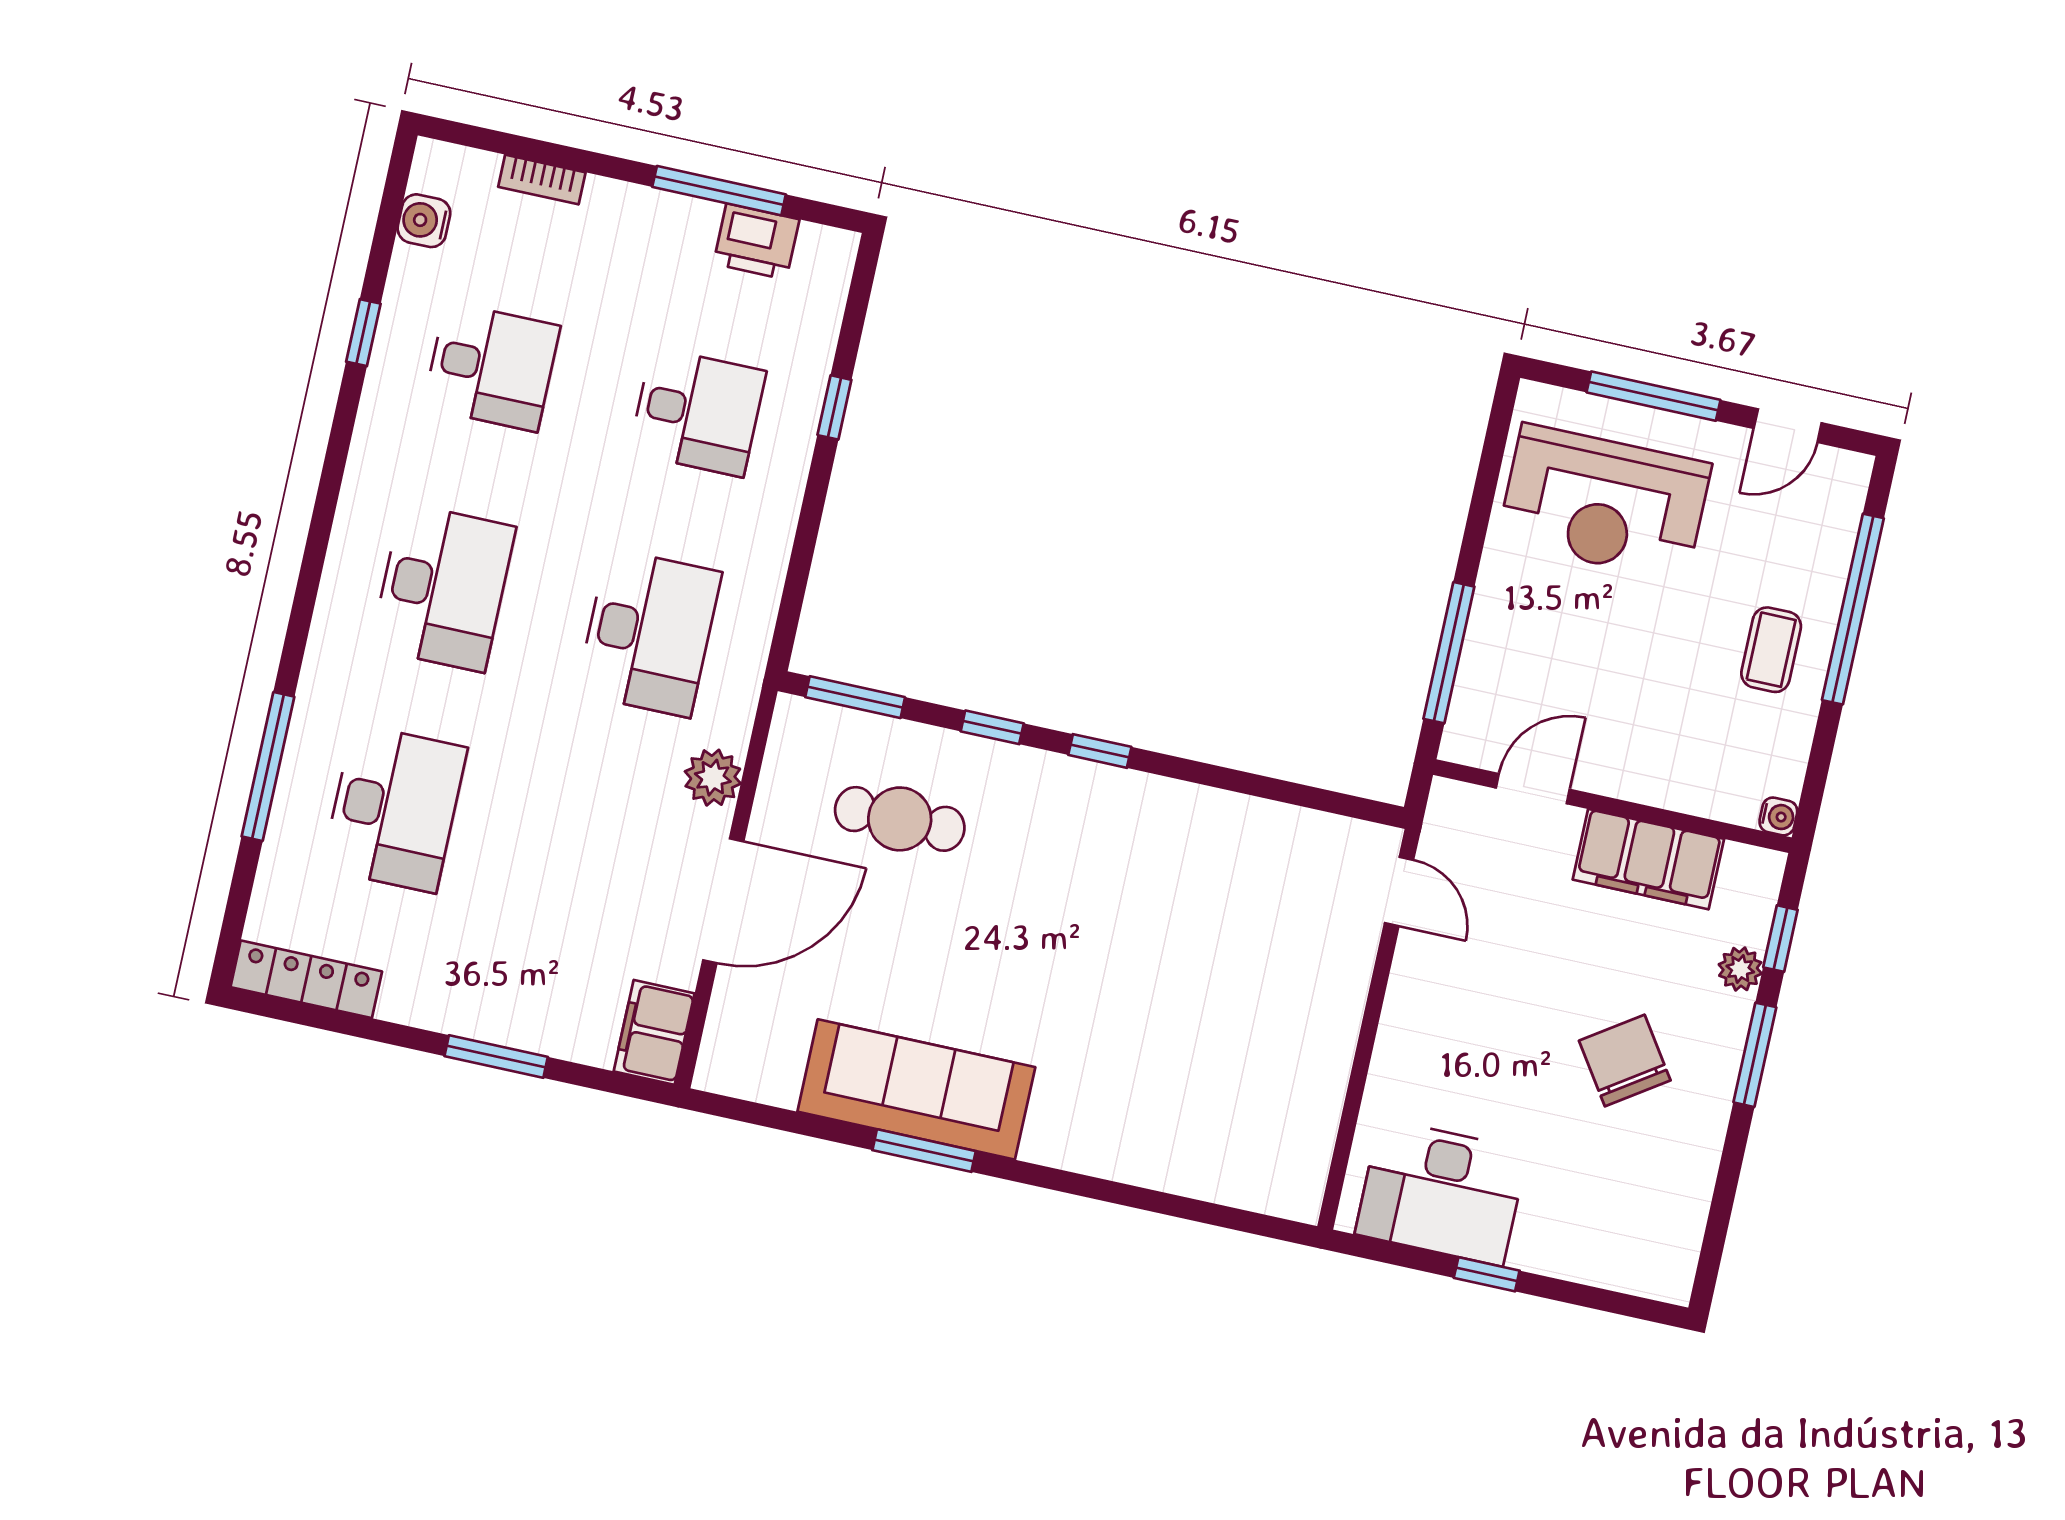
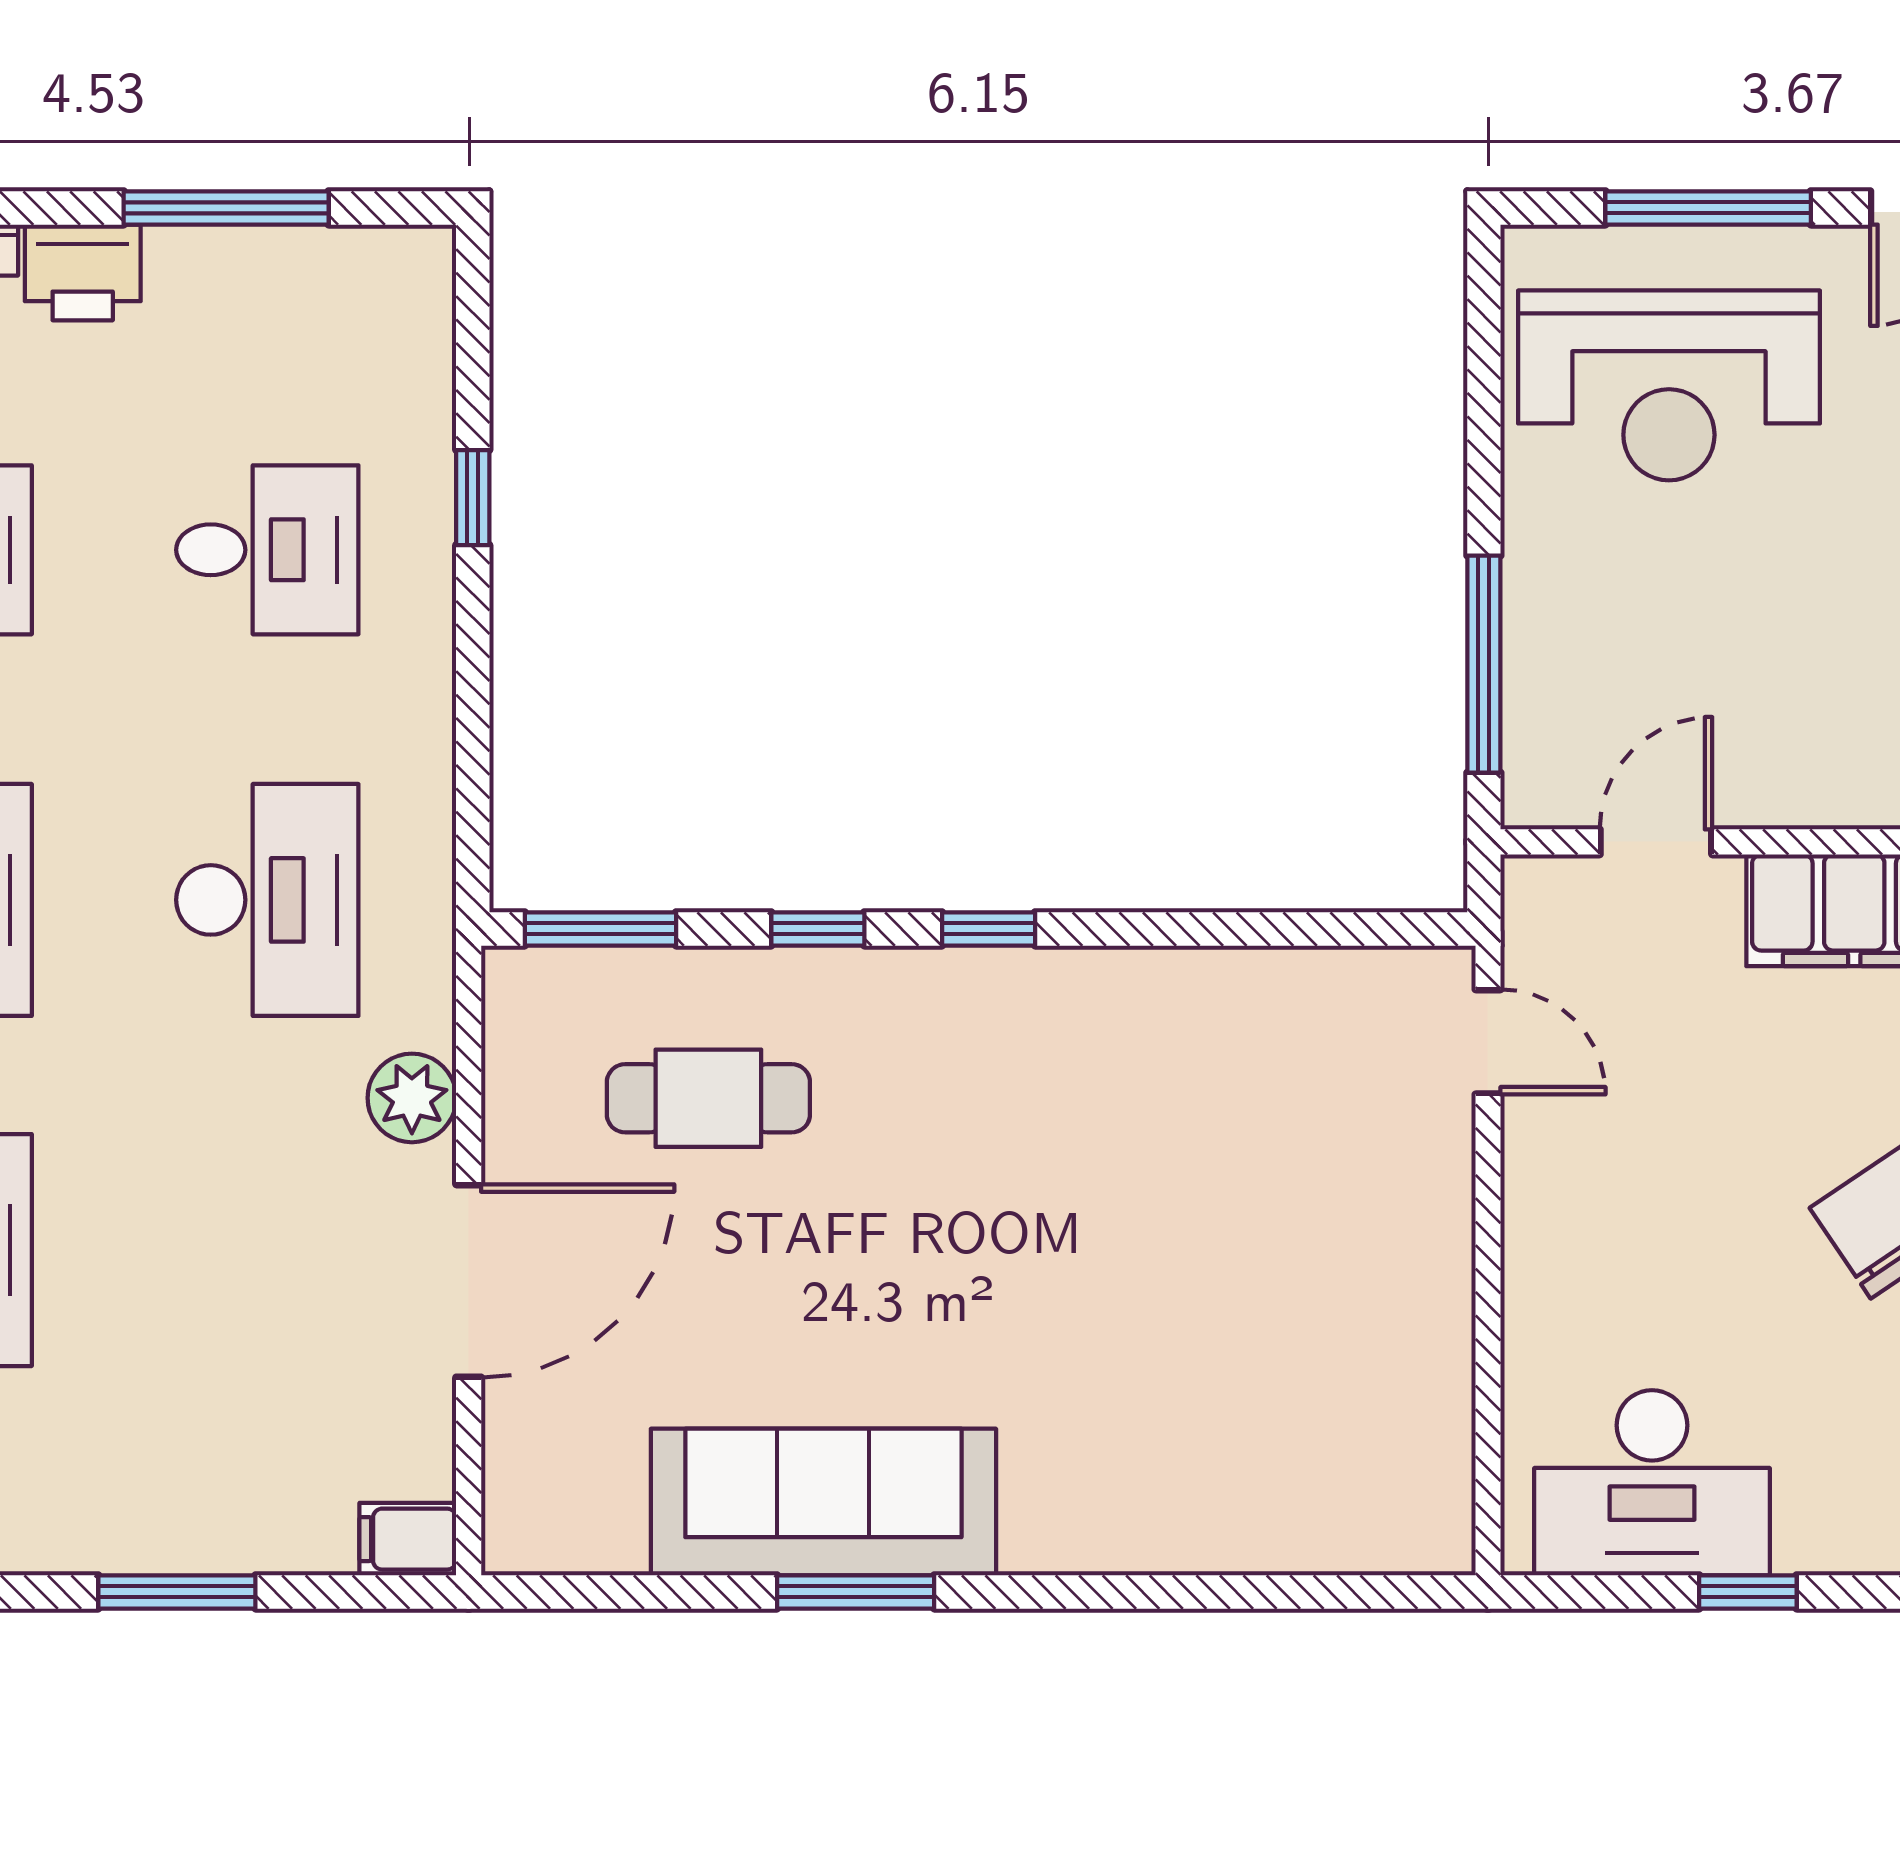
printer: (756, 241) -> (83, 272), moved
filing cabinet: (654, 1032) -> (408, 1539), width x0.50

